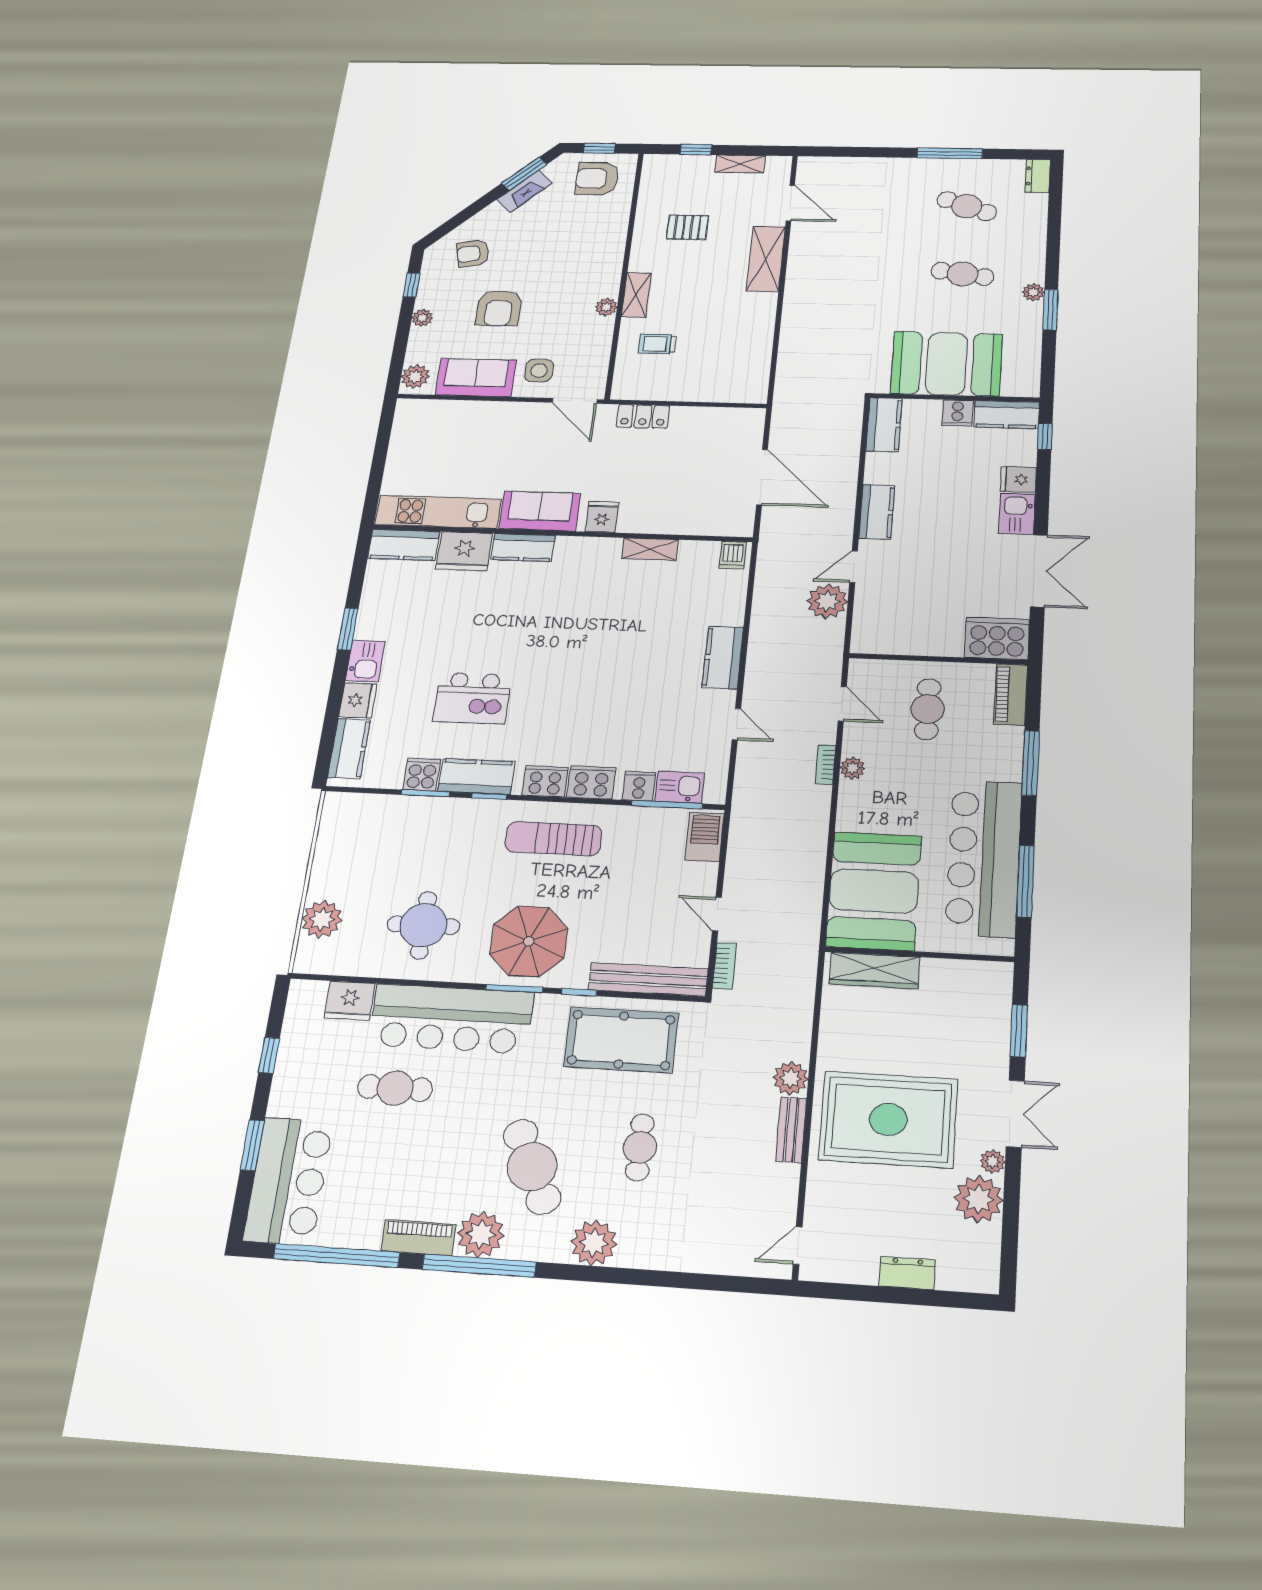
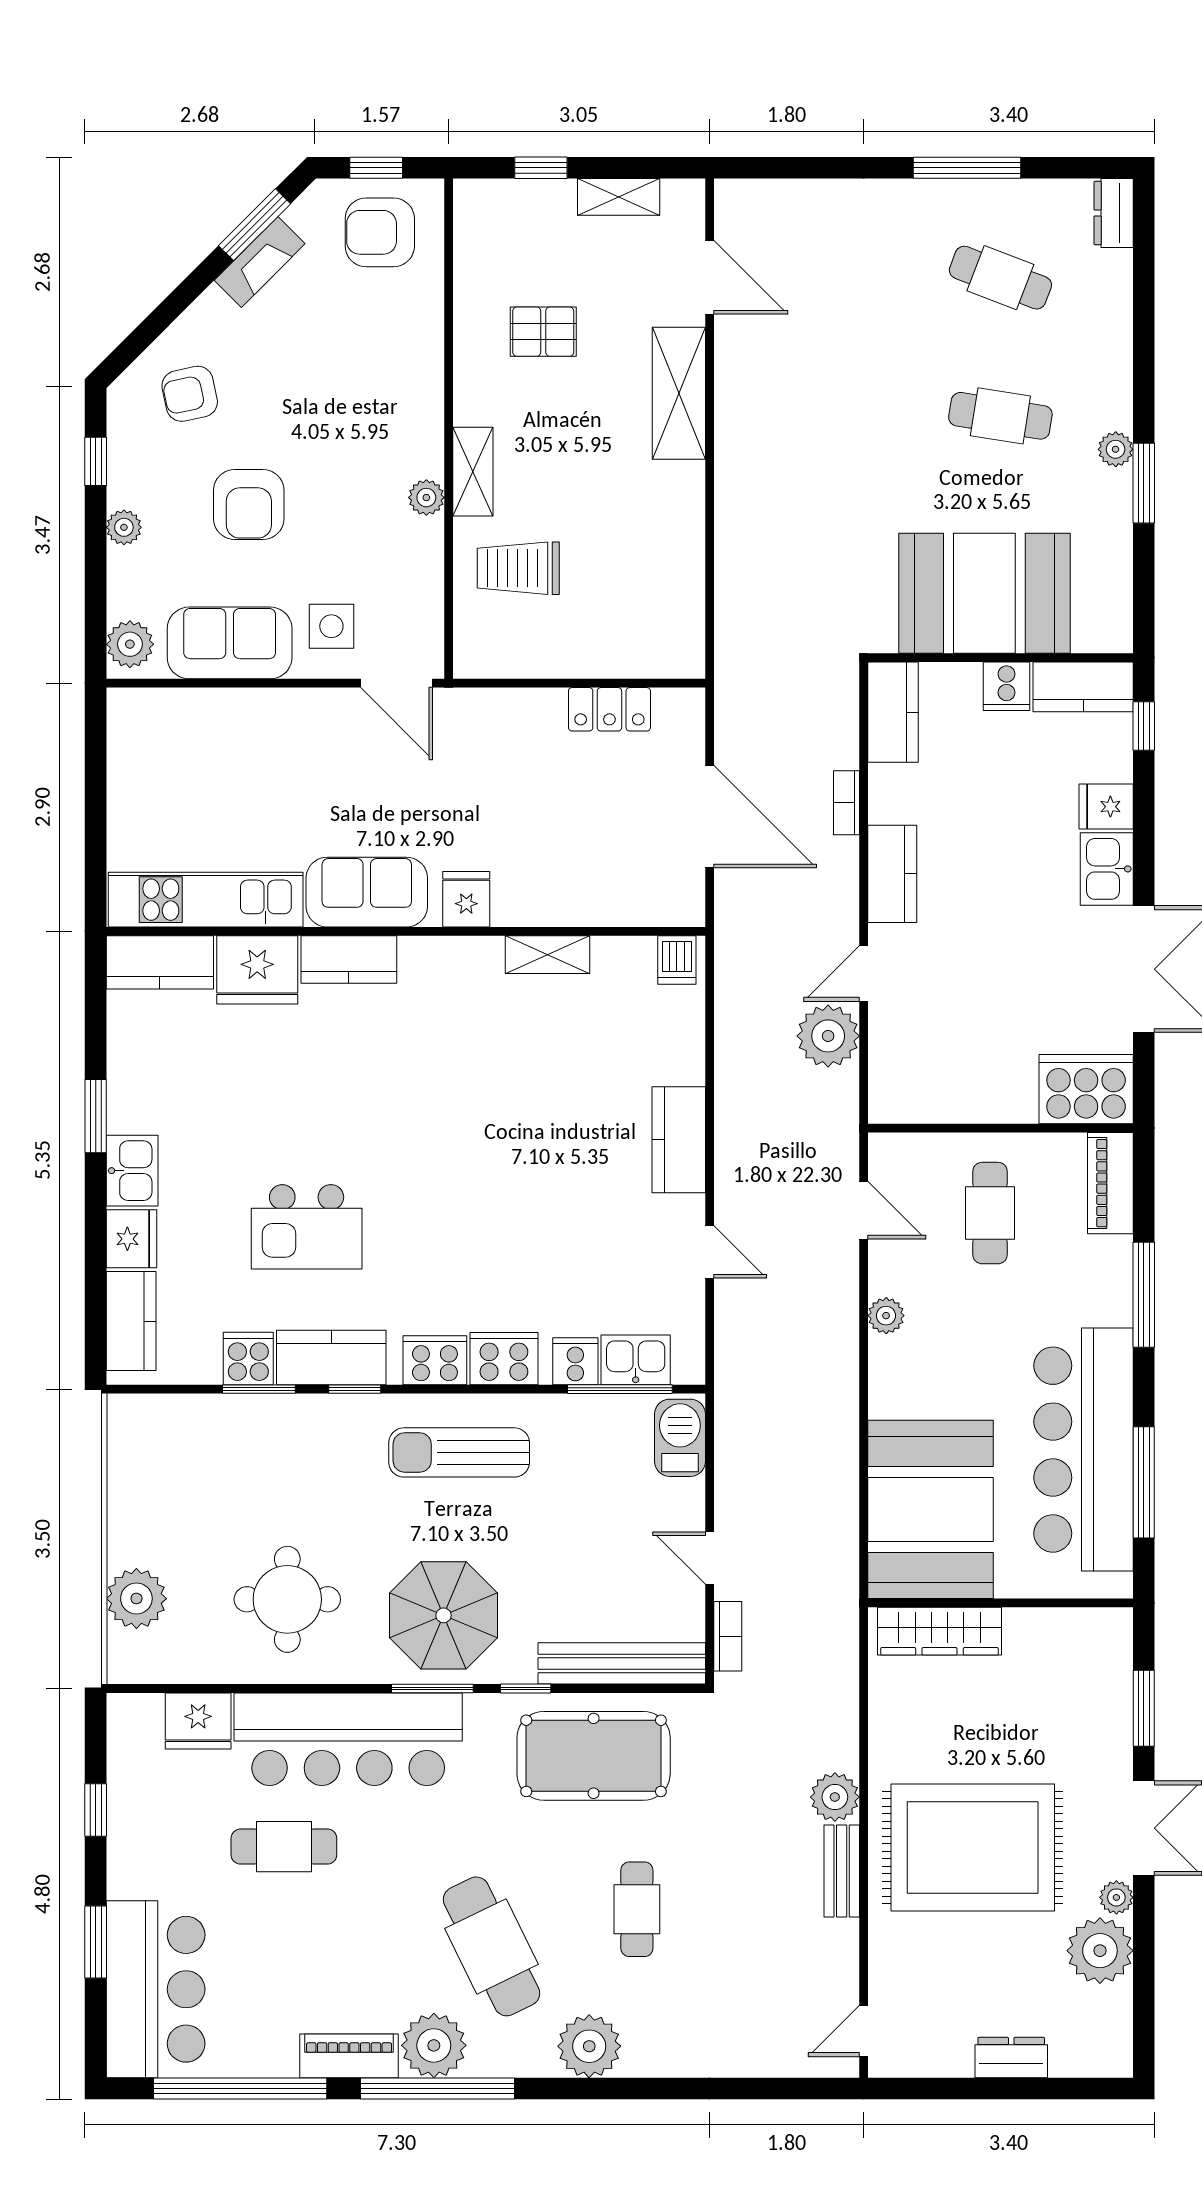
trolley: (657, 344) -> (518, 568), width x1.36, depth x1.39
locker: (643, 416) -> (609, 709), moved
bookcase: (826, 765) -> (846, 803), moved

